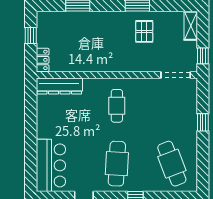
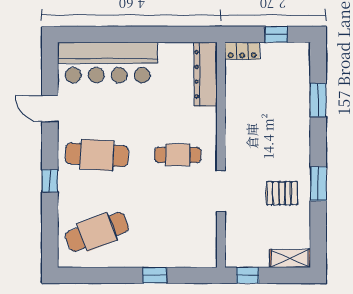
doorway: (176, 75) -> (221, 191), moved
bar counter: (51, 165) -> (108, 63), width x1.36

